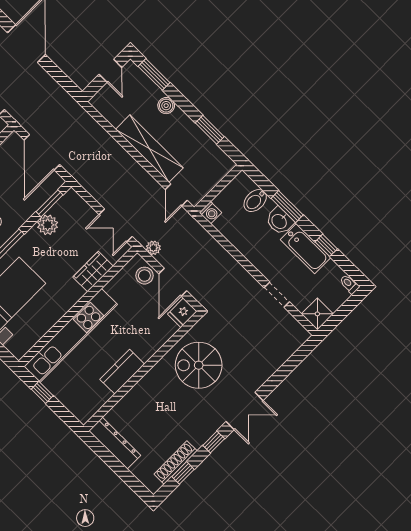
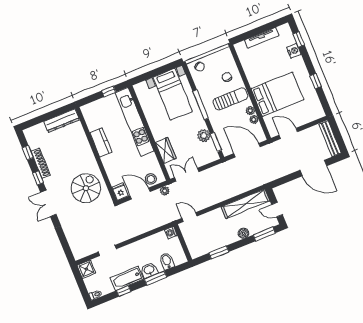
shelving: (149, 149) -> (246, 204), moved
shoe rack: (176, 462) -> (41, 163), moved

